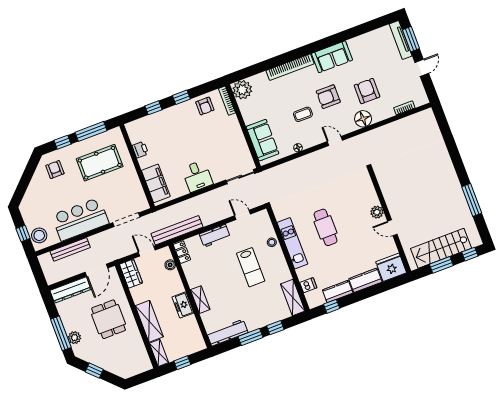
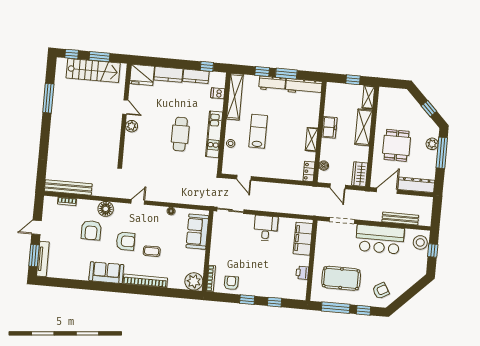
coffee table: (303, 114) -> (152, 251), moved
door: (335, 141) -> (138, 202), swing flipped
armchair: (55, 170) -> (381, 291), turned -120
bench: (177, 230) -> (68, 187), moved
workbench: (215, 236) -> (272, 84), moved, turned 180
shelving: (293, 298) -> (235, 97), width x1.47
shelving: (200, 300) -> (312, 139), moved

